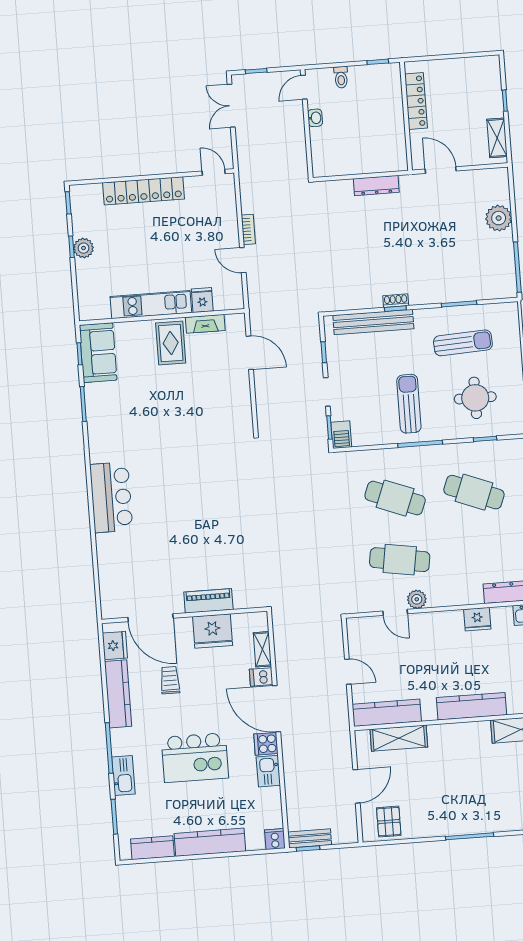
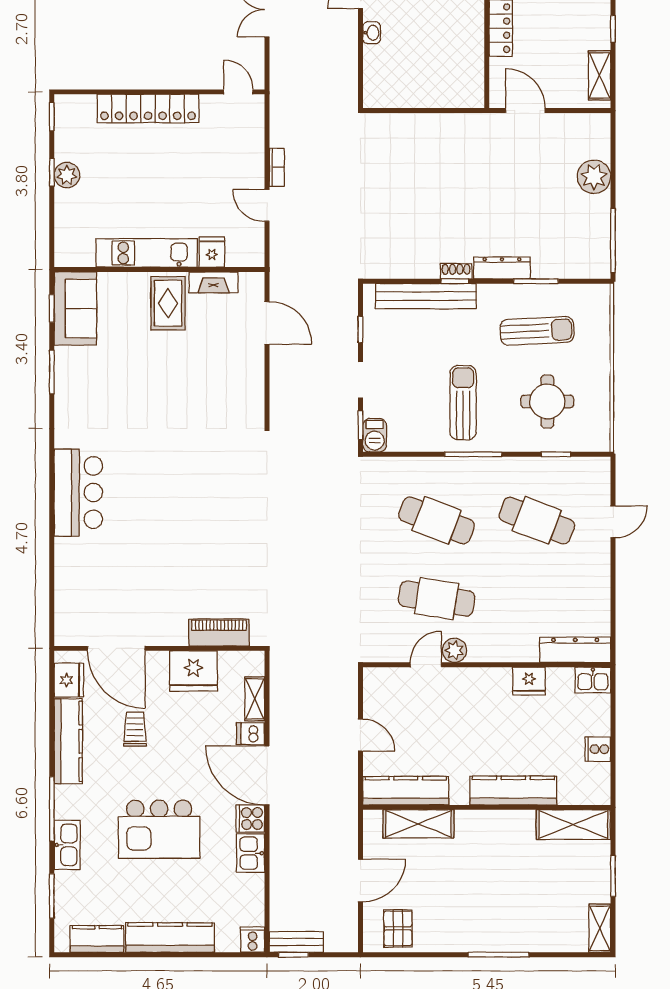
dresser: (376, 185) -> (502, 268), moved, turned 180
piano: (208, 601) -> (219, 633), moved
door: (395, 612) -> (426, 665), swing flipped

